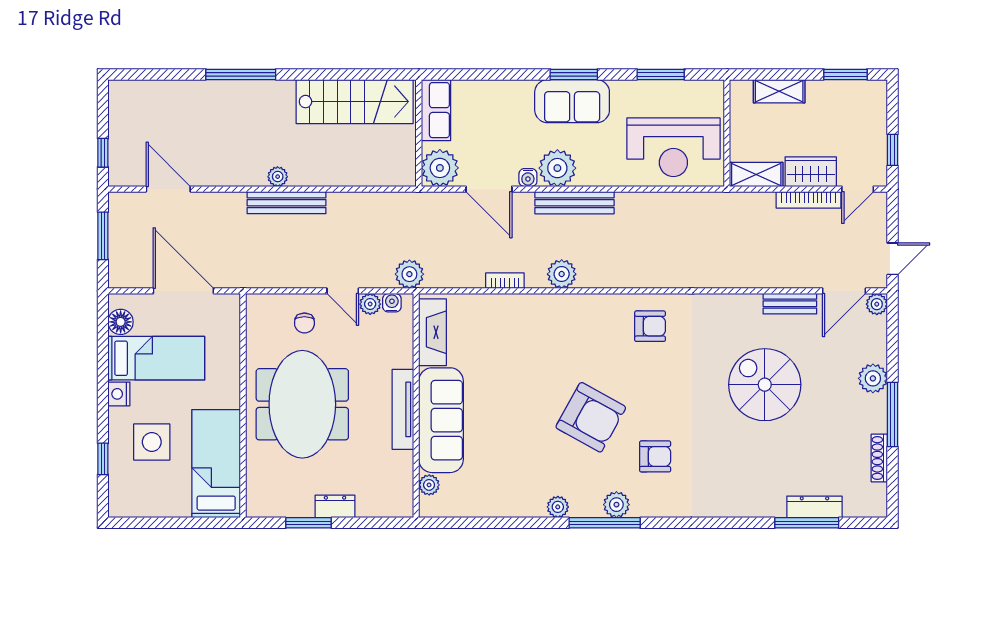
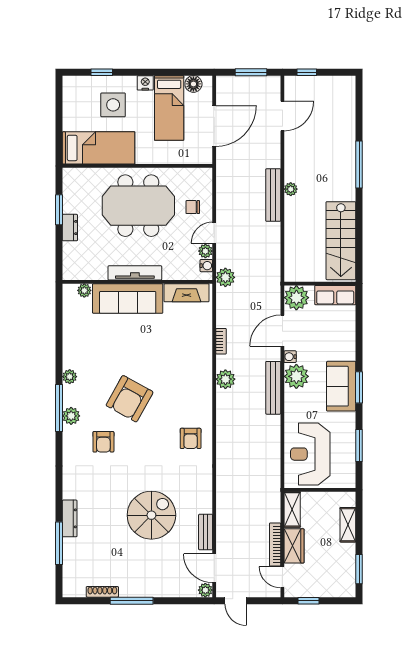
plant: (873, 378) -> (156, 588), removed
dresser: (814, 507) -> (70, 518), moved

